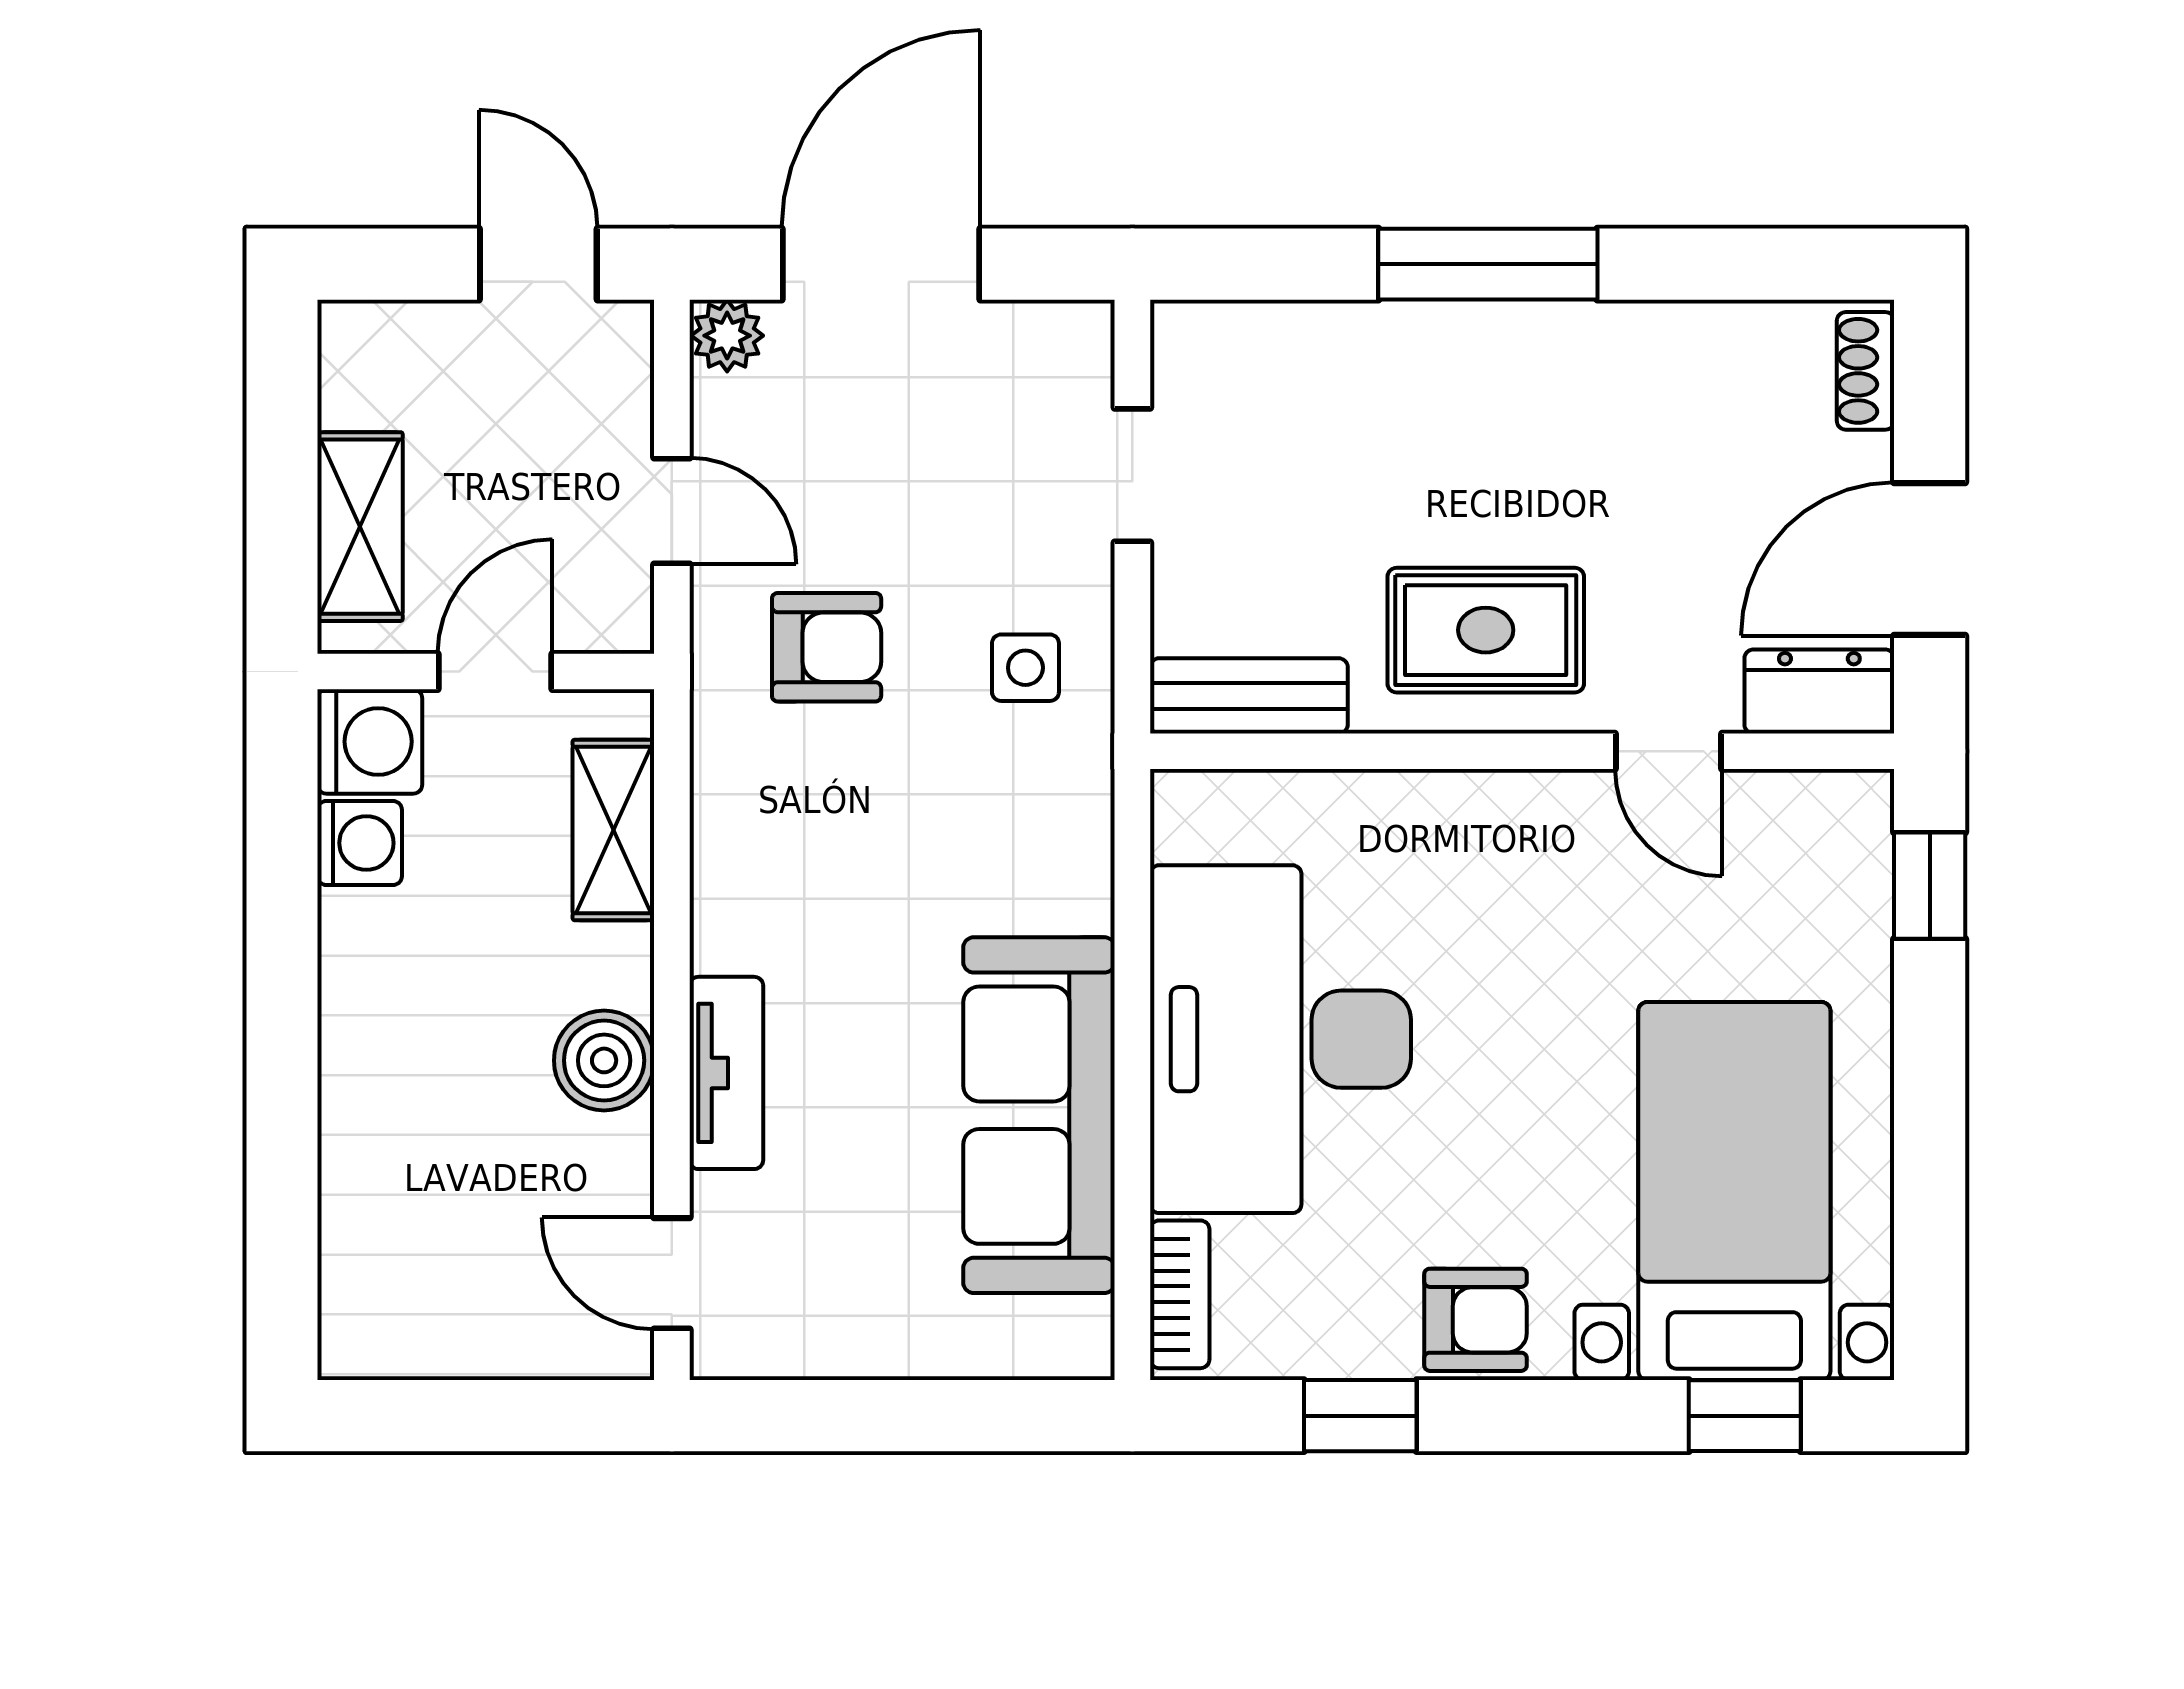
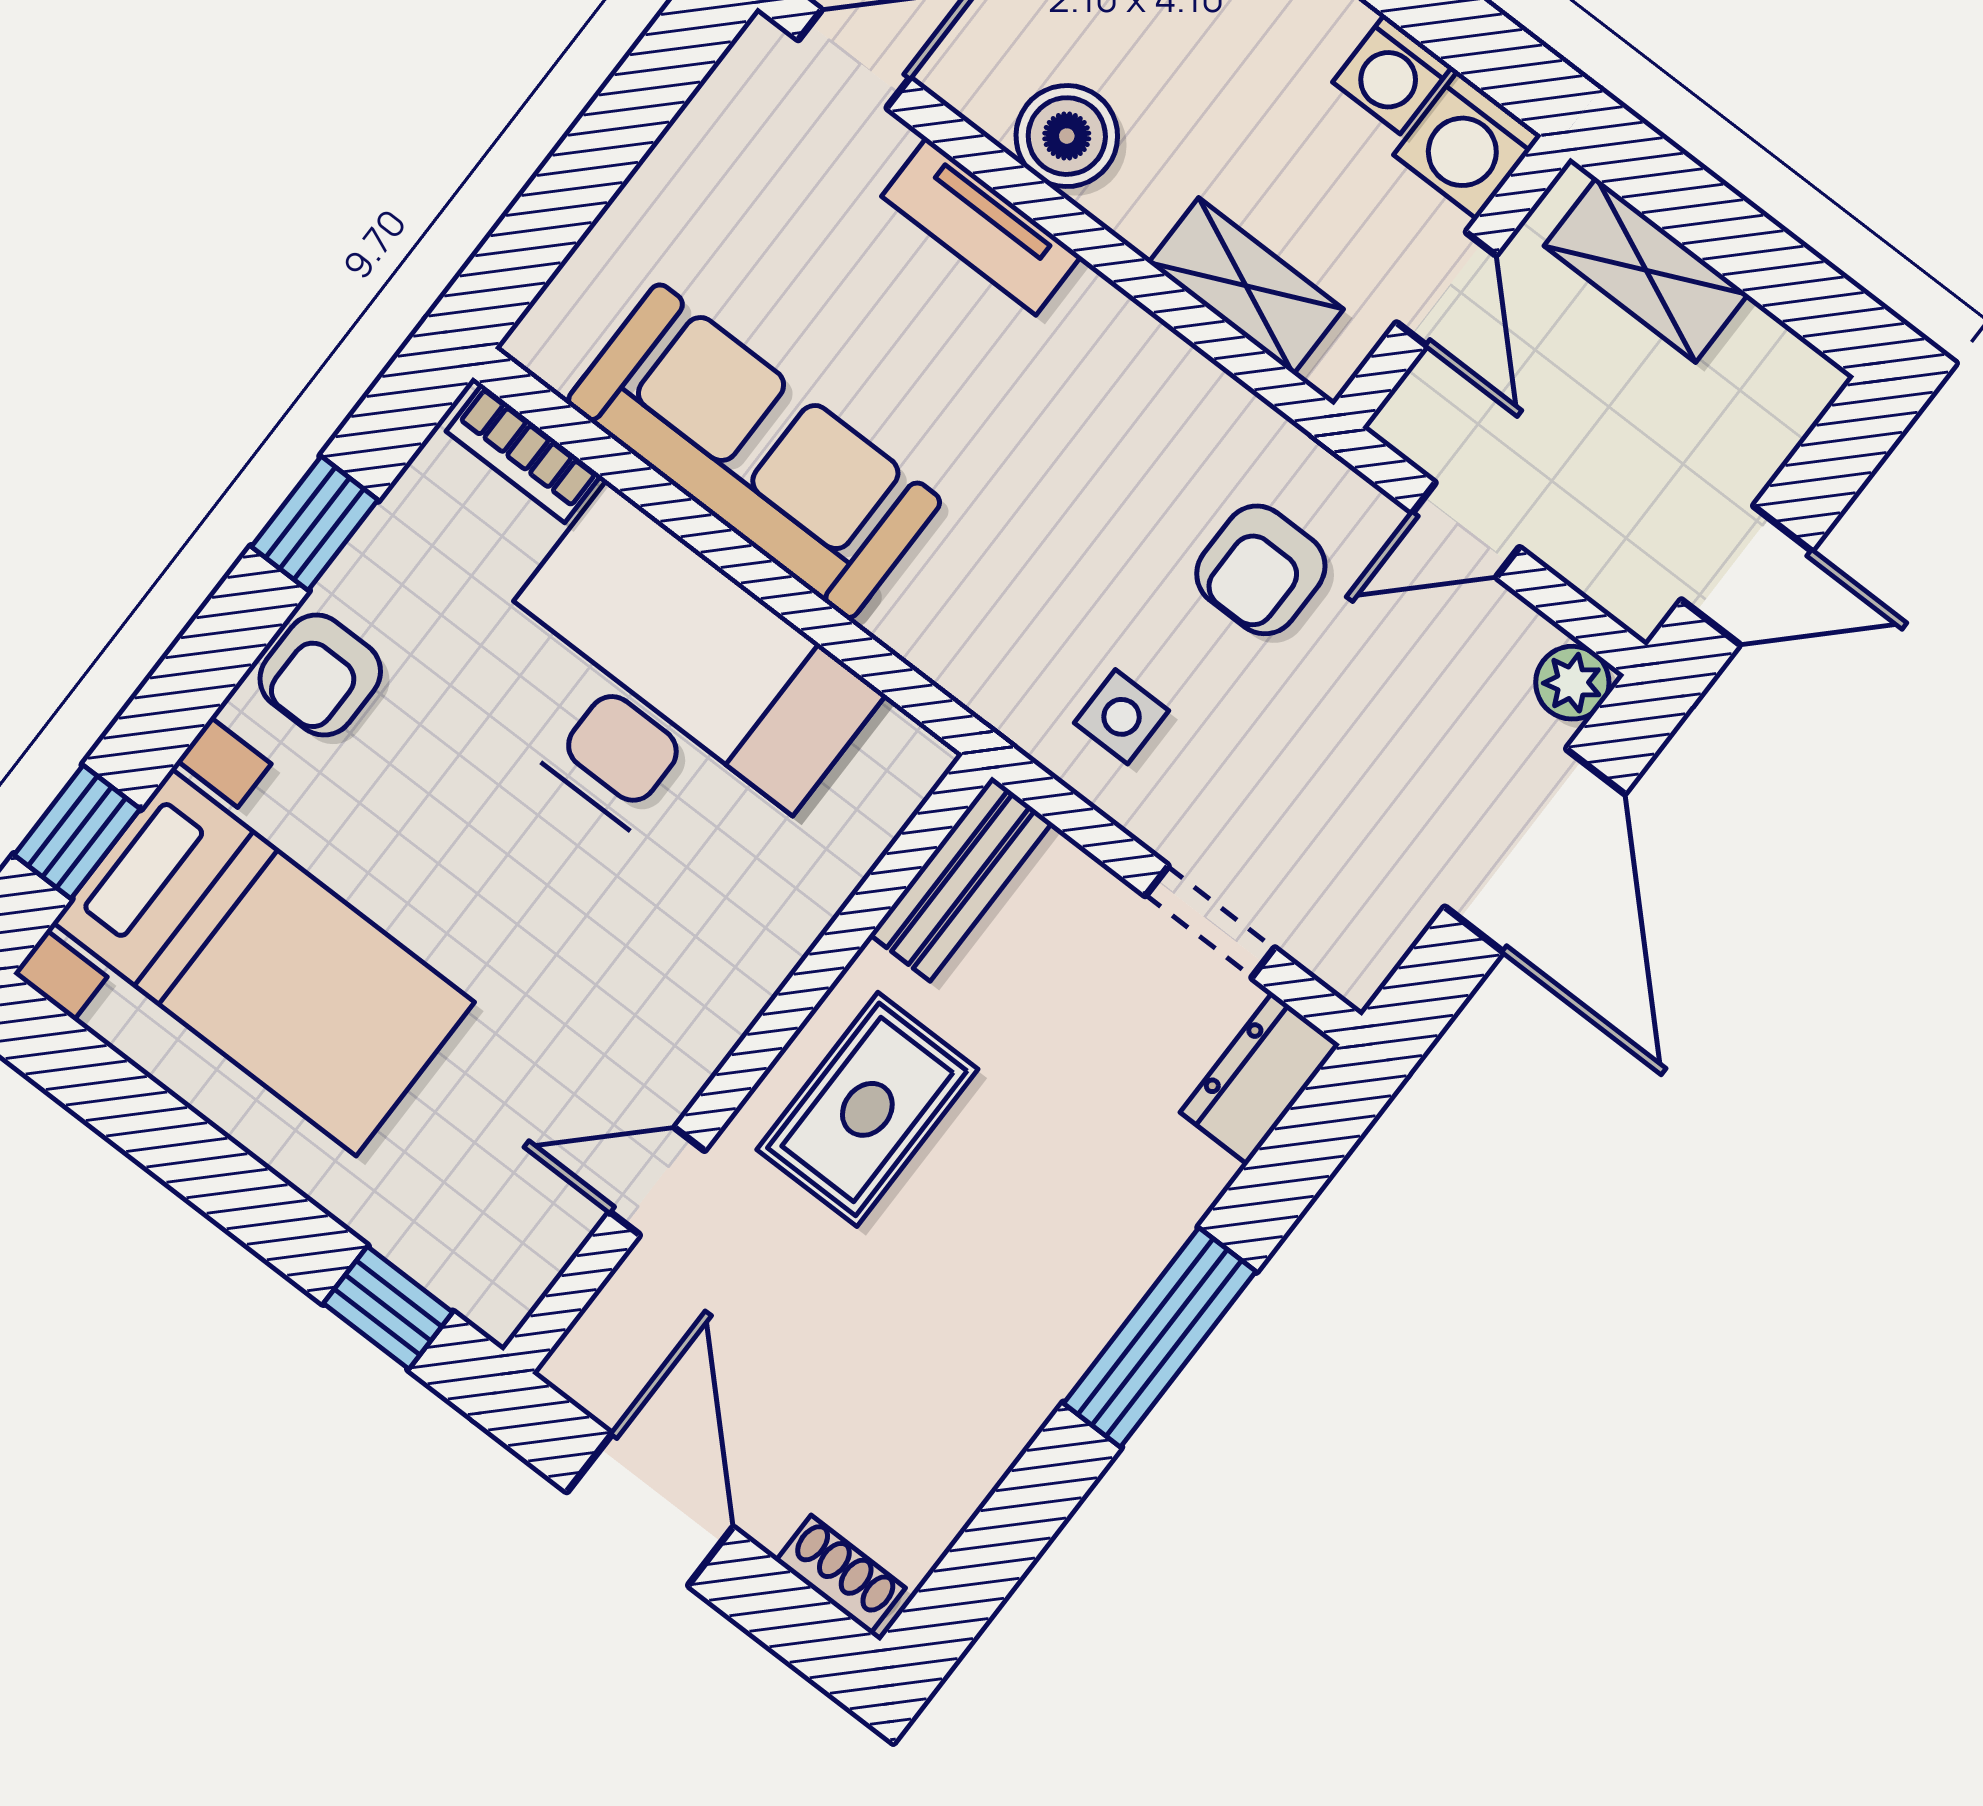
dresser: (1819, 691) -> (1260, 1078), moved, turned 180

